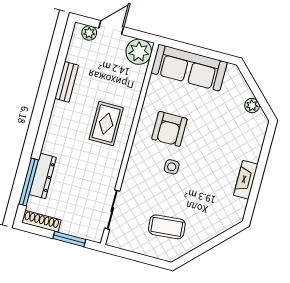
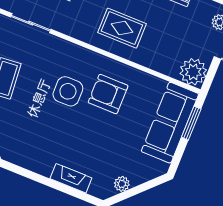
window: (187, 48) -> (191, 123), added
side table: (172, 167) -> (68, 91), width x1.87, depth x1.87
fireplace: (246, 180) -> (71, 178), moved

